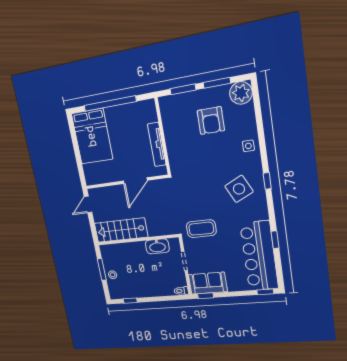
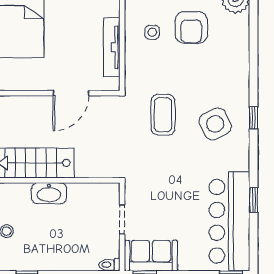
side table: (248, 146) -> (152, 32), moved
coffee table: (201, 229) -> (163, 115), moved, turned 90
washbasin: (157, 246) -> (49, 193), moved

